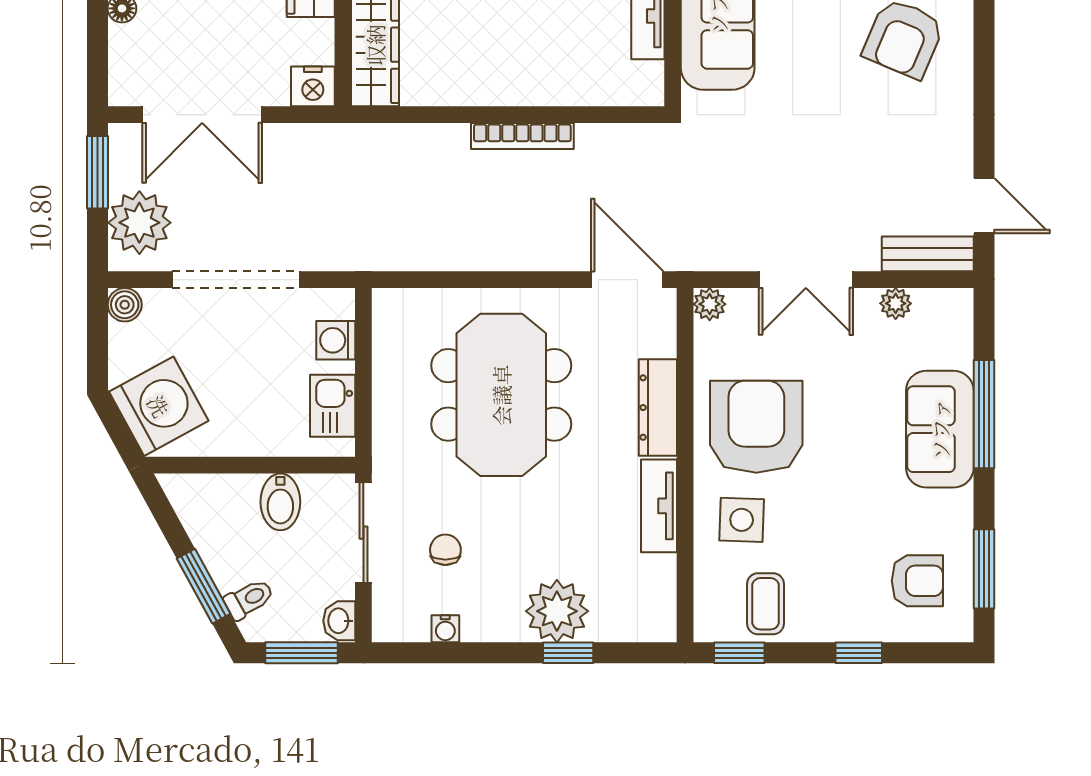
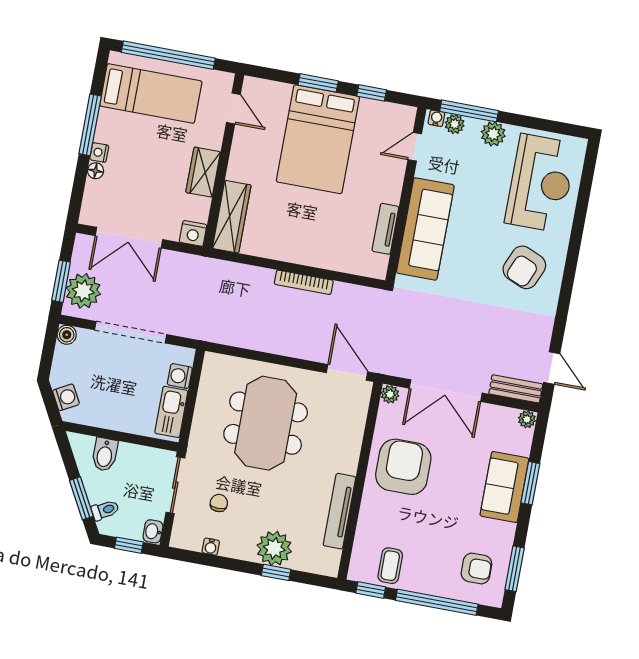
window: (97, 172) -> (61, 281), moved
double door: (806, 280) -> (446, 391), width x1.37
plant: (896, 303) -> (527, 419), moved
washing machine: (159, 406) -> (66, 397), width x0.53, depth x0.53
kitchen sink: (333, 406) -> (171, 412), width x1.38
dresser: (658, 408) -> (351, 446), removed
window: (984, 414) -> (530, 483), width x0.69
bidet: (280, 502) -> (105, 454), moved
tv unit: (659, 506) -> (339, 511), width x1.41
side table: (742, 520) -> (386, 517), removed
window: (302, 653) -> (129, 545), width x0.67
window: (859, 653) -> (437, 602), width x3.17

